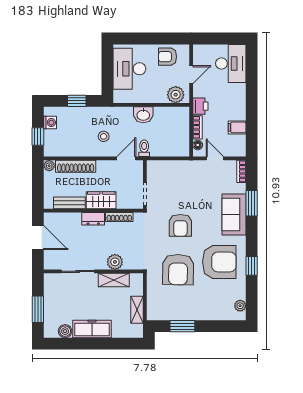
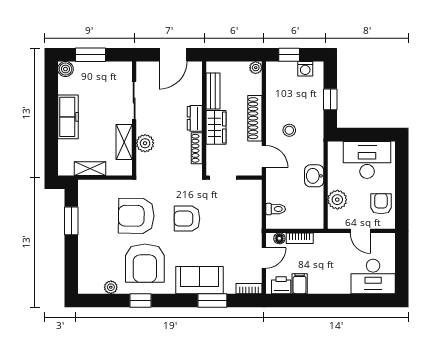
plant: (176, 95) -> (337, 200), moved
printer: (200, 106) -> (281, 285), moved, turned 180
toilet: (144, 148) -> (276, 209), moved
shoe rack: (76, 166) -> (255, 118), moved
plant: (240, 306) -> (111, 287), moved
boiler: (65, 331) -> (65, 69), moved

